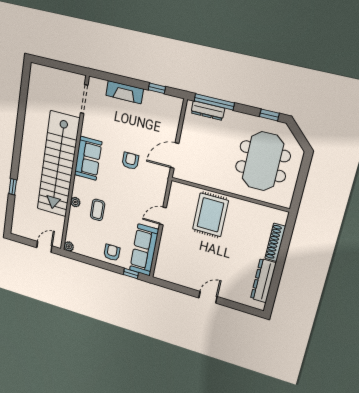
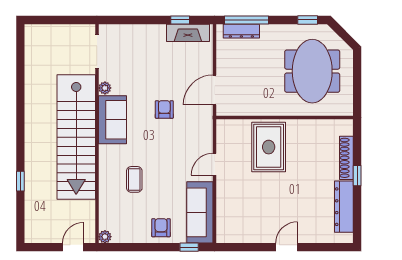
fireplace: (125, 92) -> (188, 33), moved
plant: (75, 202) -> (105, 88), moved
window: (281, 259) -> (357, 176), added

